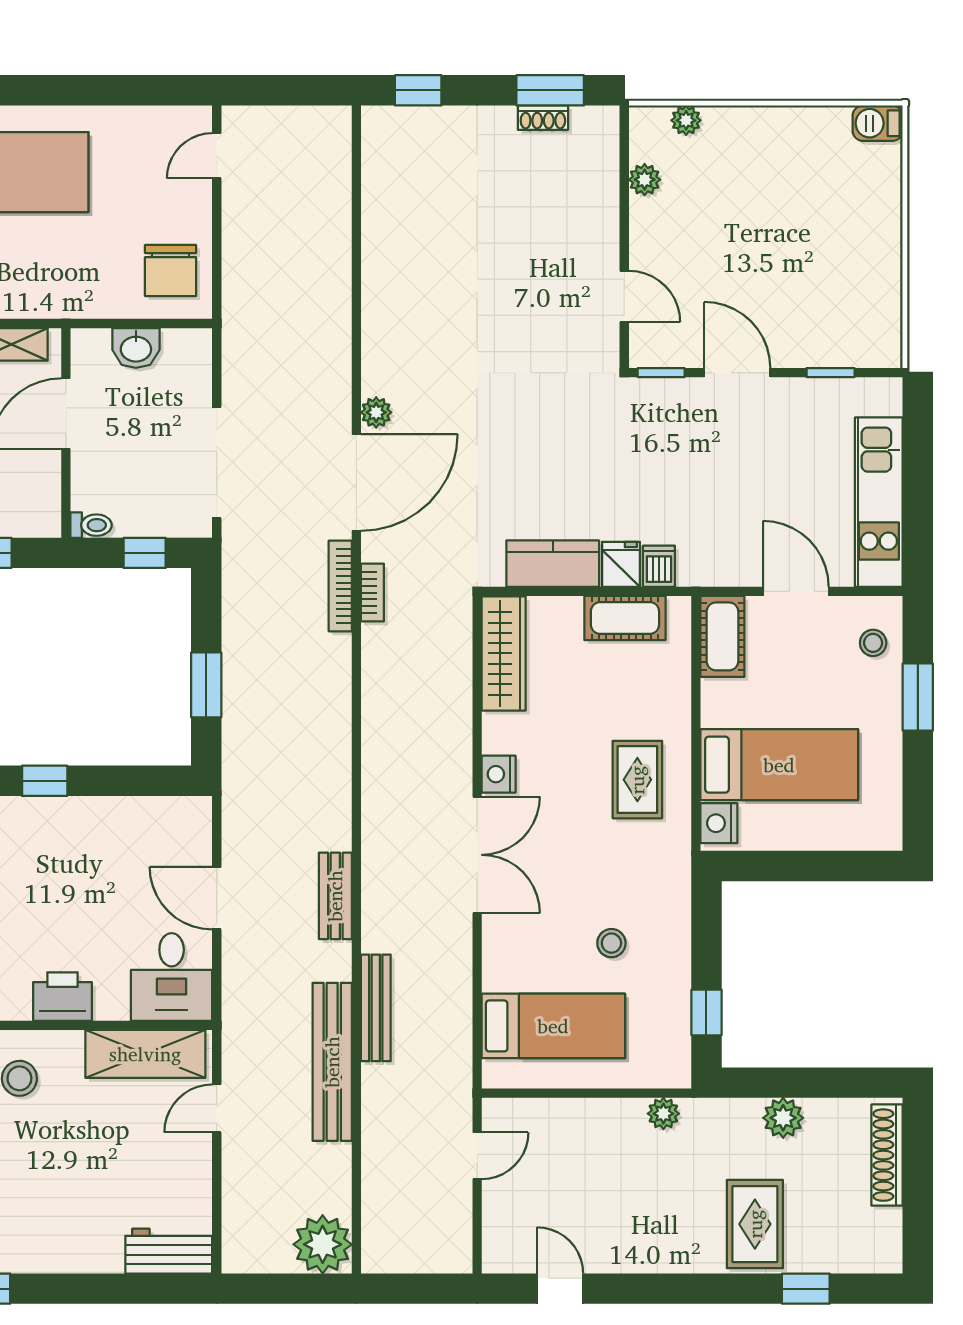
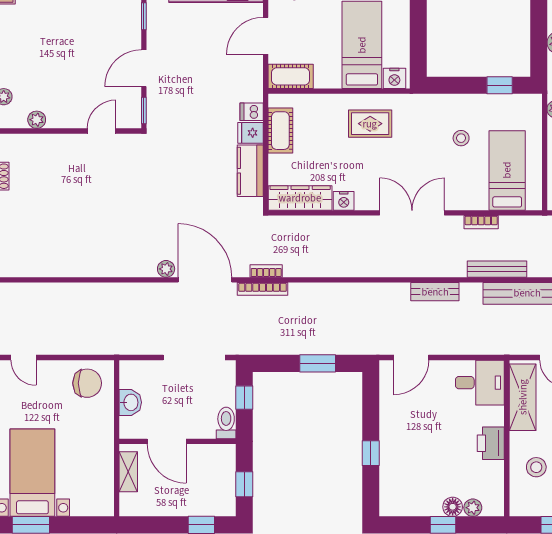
toilet: (91, 525) -> (226, 423), width x1.37, depth x1.39
nightstand: (499, 774) -> (344, 201), moved
door: (217, 898) -> (411, 358), moved
bookcase: (460, 979) -> (481, 222), added

